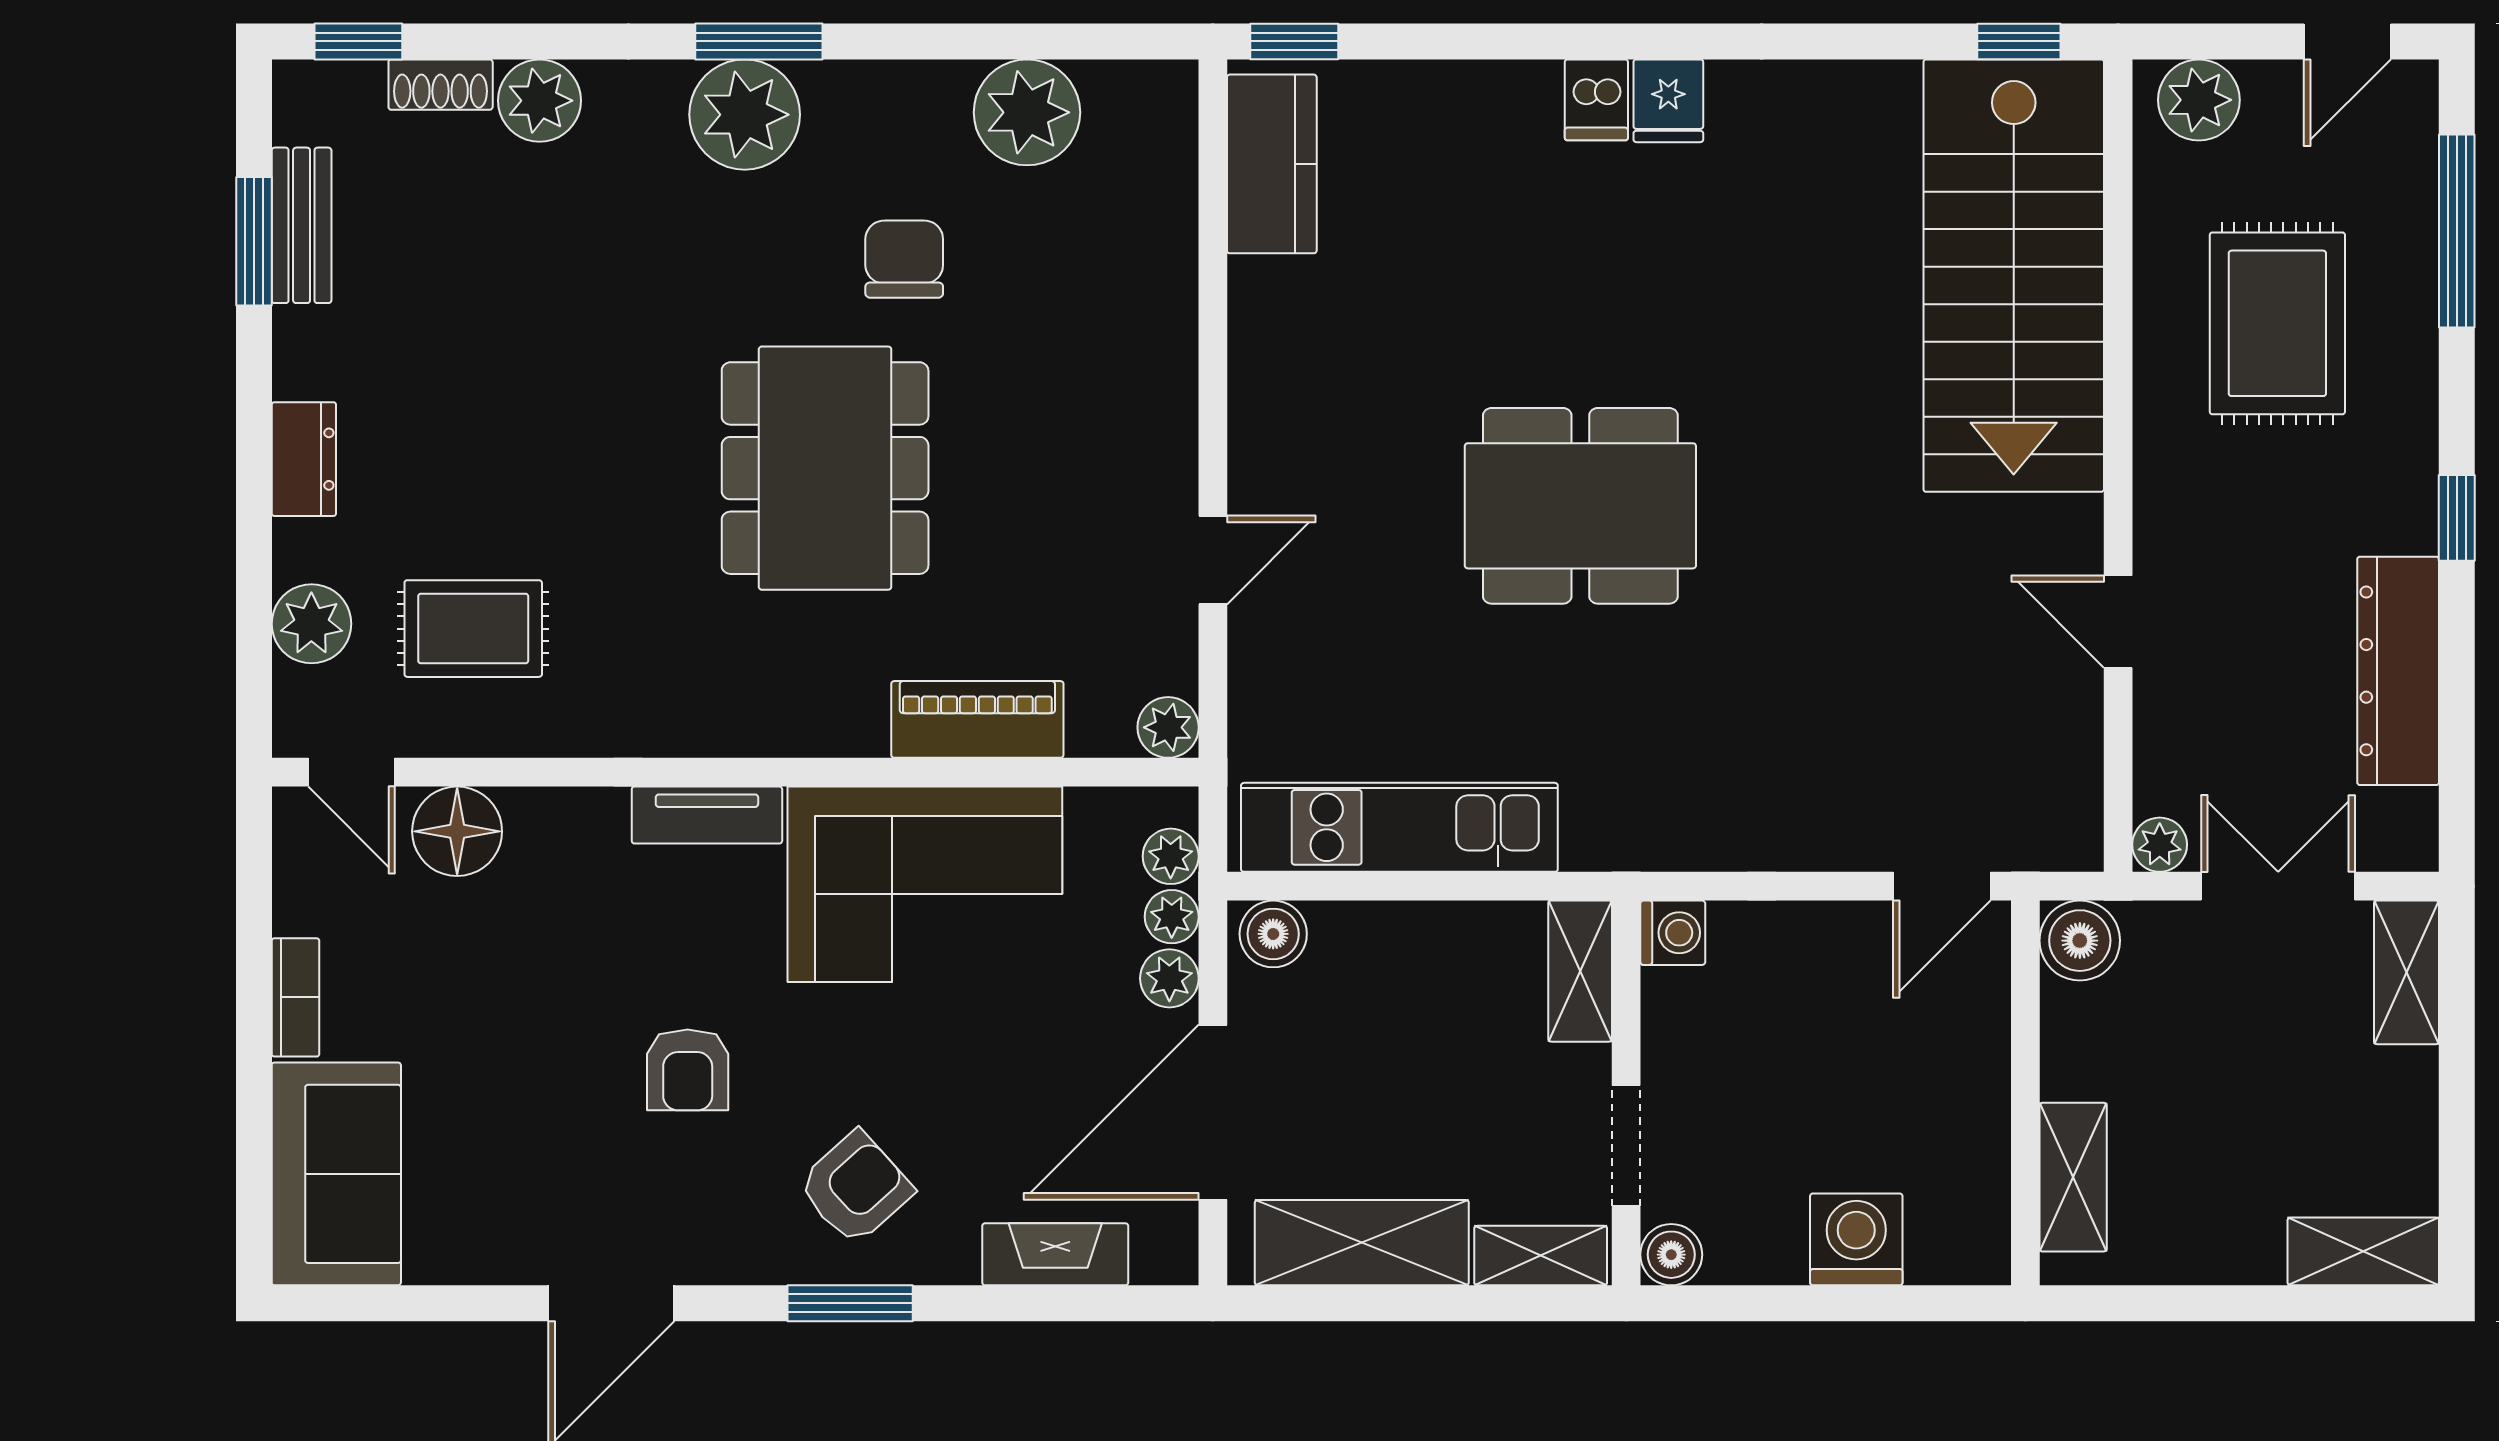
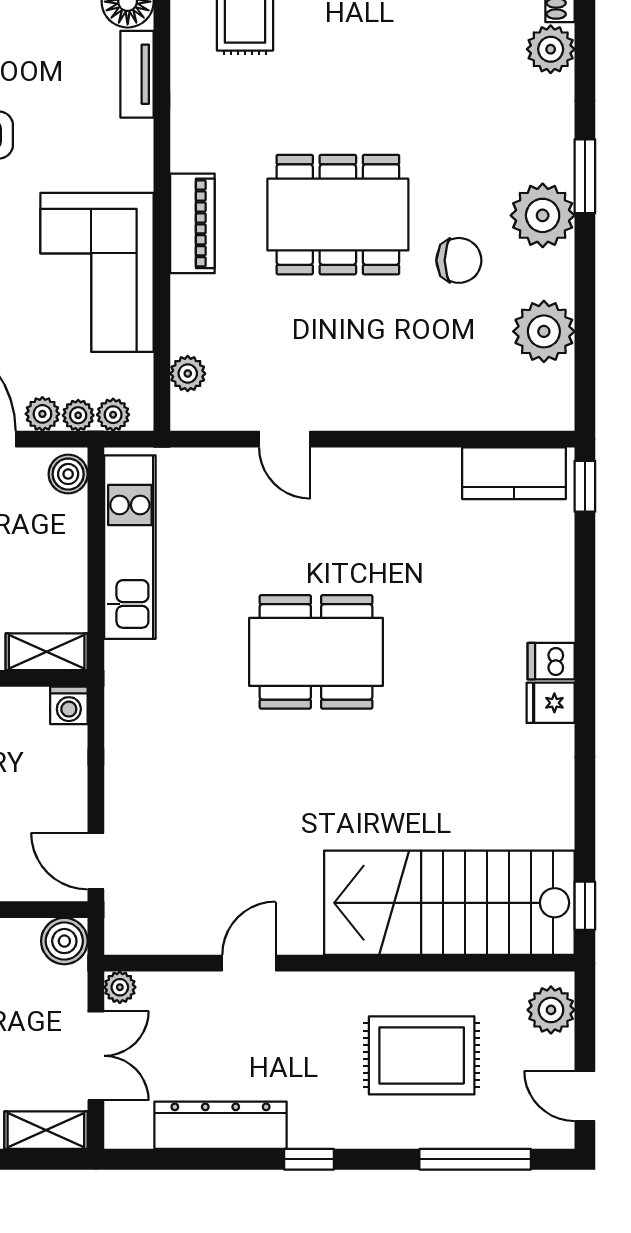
plant: (745, 115) -> (543, 215), moved
dining table: (1580, 506) -> (316, 652), turned 90
piano: (977, 719) -> (192, 223), moved
plant: (1168, 727) -> (188, 374), moved
tv unit: (707, 815) -> (137, 74), moved

